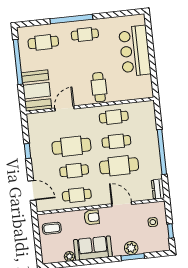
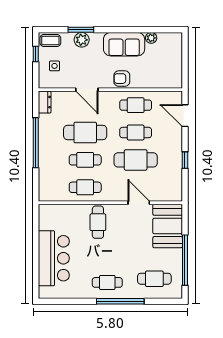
door: (64, 108) -> (139, 203), swing flipped
coffee table: (52, 228) -> (50, 40), moved

